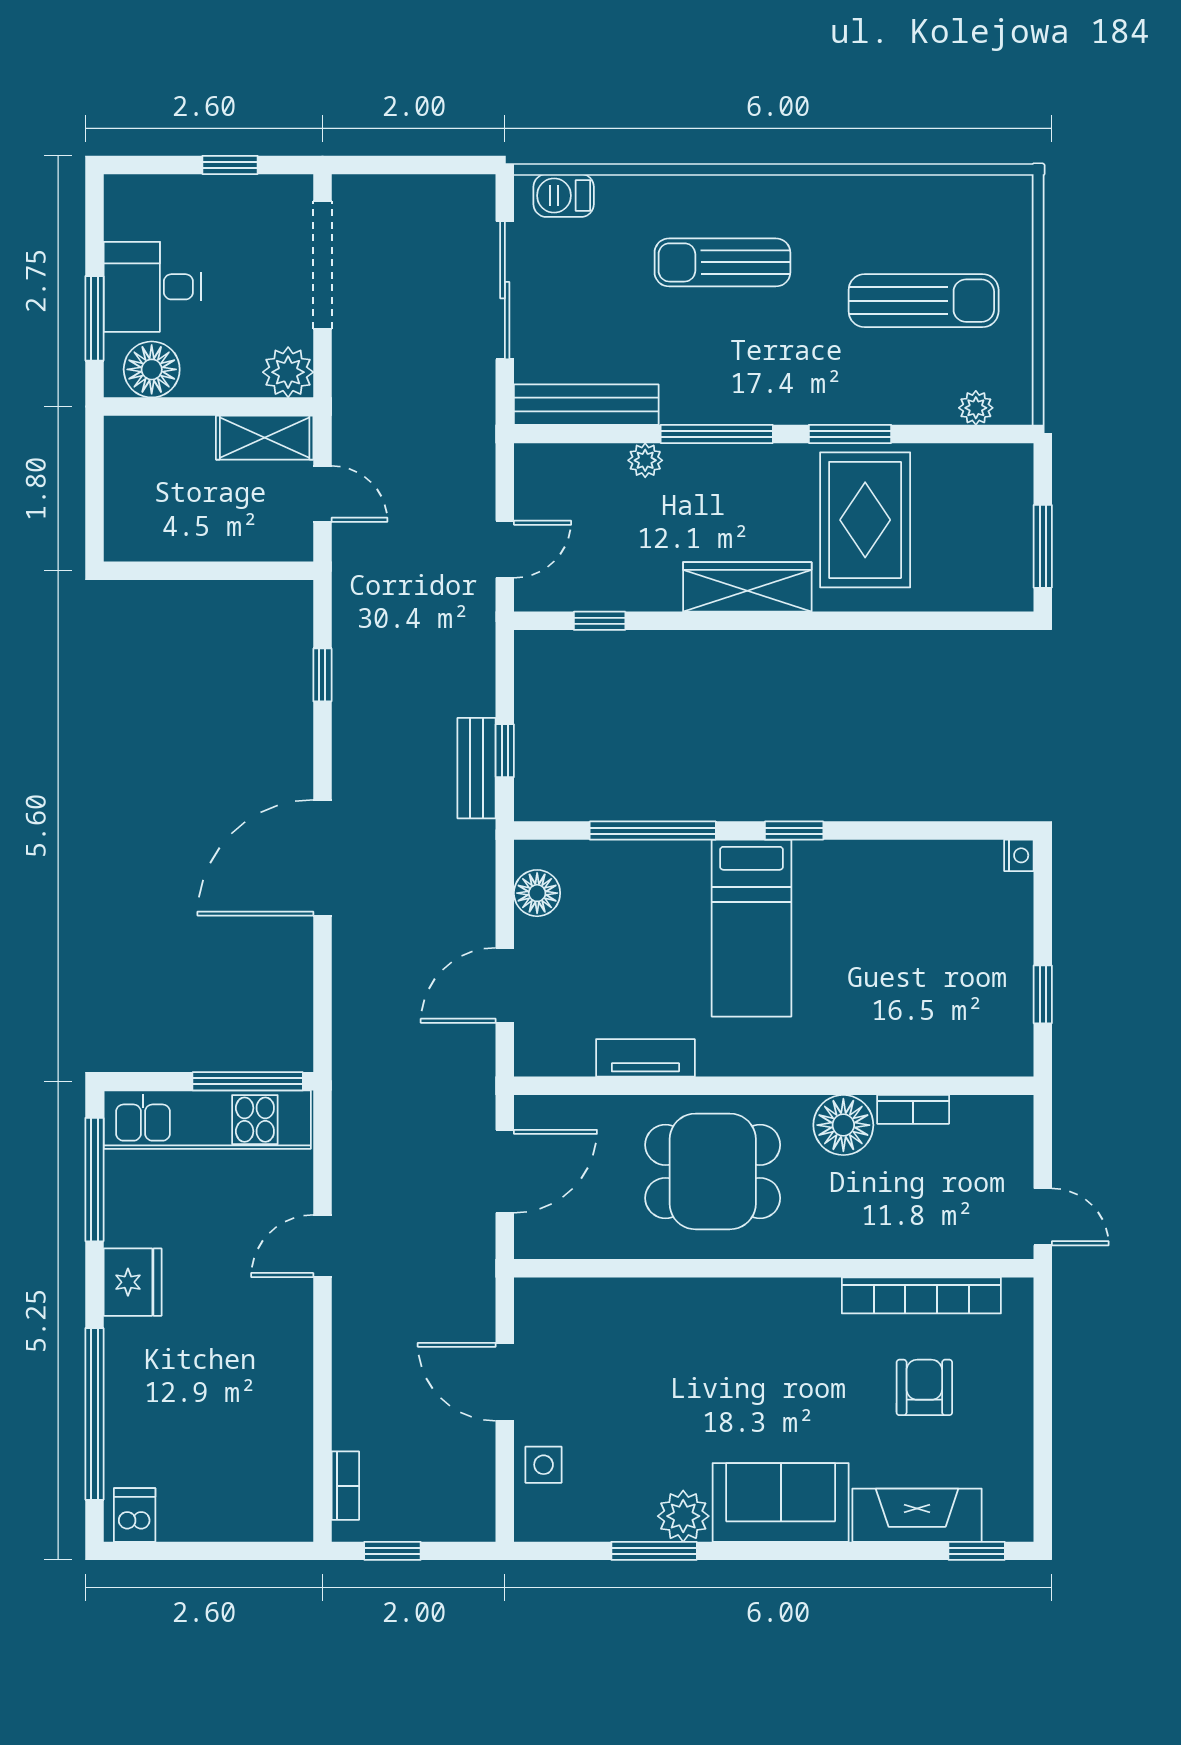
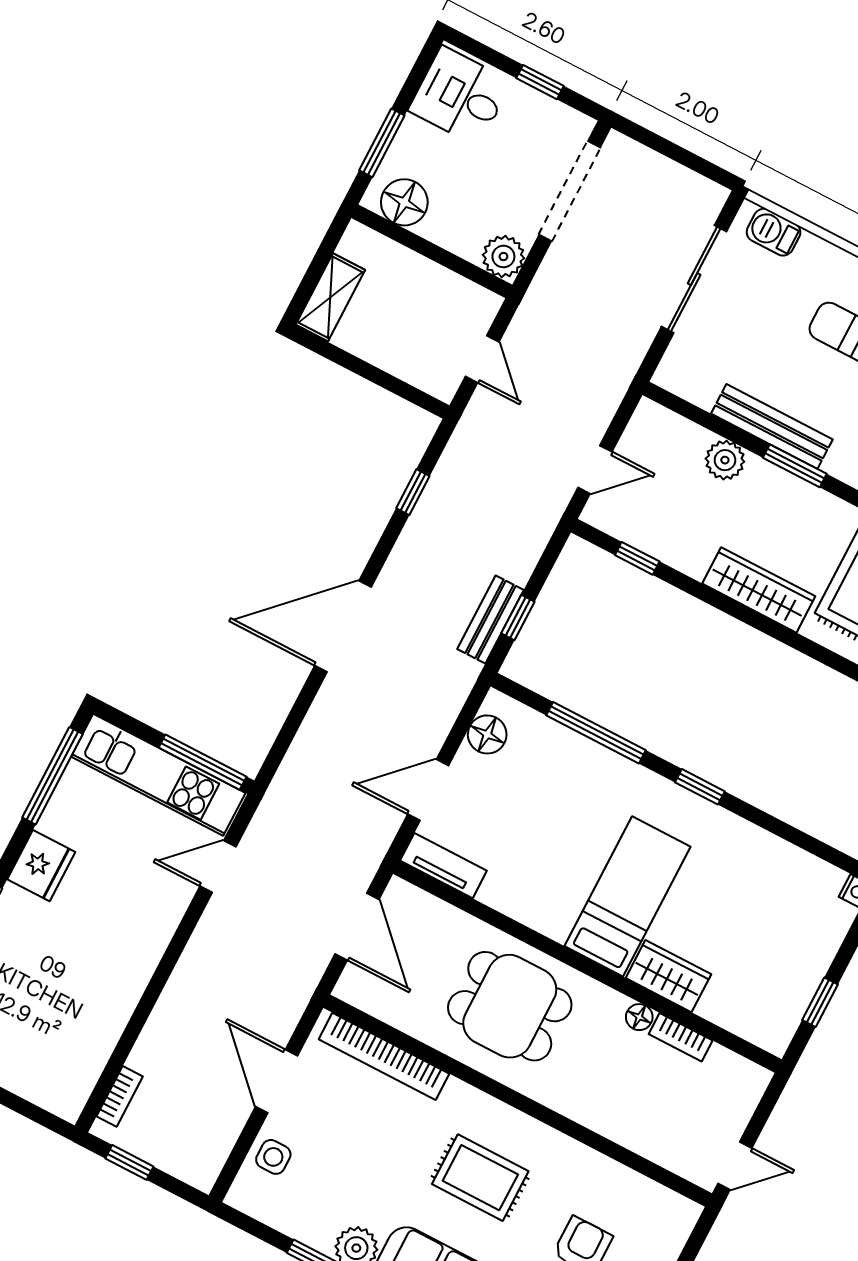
desk: (152, 287) -> (460, 96), moved
bench: (586, 405) -> (772, 426), moved
window: (717, 434) -> (795, 466), width x0.69
shelving: (265, 438) -> (330, 297), moved, turned 90
plant: (645, 460) -> (725, 460), width x1.38, depth x1.38
bed: (752, 928) -> (627, 896), moved, turned 180
wardrobe: (866, 1051) -> (668, 976), added
tv unit: (645, 1058) -> (443, 866), moved
floor lamp: (843, 1125) -> (639, 1017), width x0.53, depth x0.53
door: (505, 1171) -> (357, 927), hinge flipped
door: (1043, 1217) -> (735, 1166), hinge flipped
door: (322, 1246) -> (218, 867), moved
bookcase: (921, 1295) -> (384, 1056), moved
rug: (777, 1371) -> (480, 1178), added

